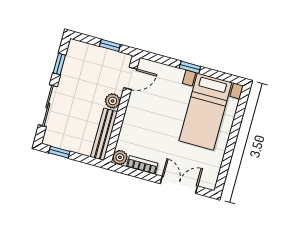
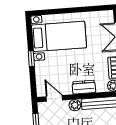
dresser: (131, 120) -> (84, 87), added

